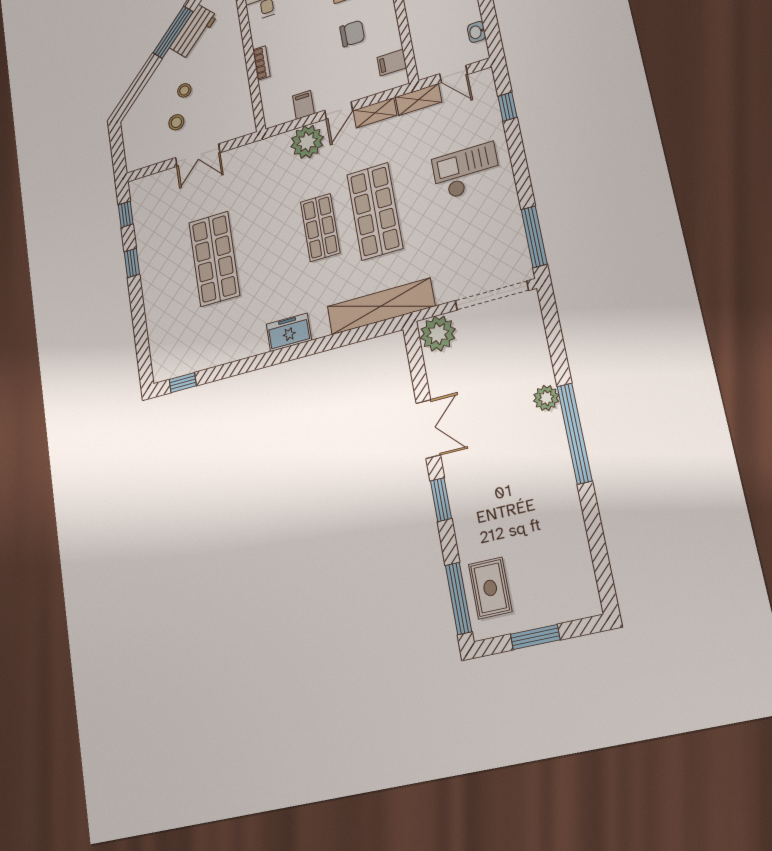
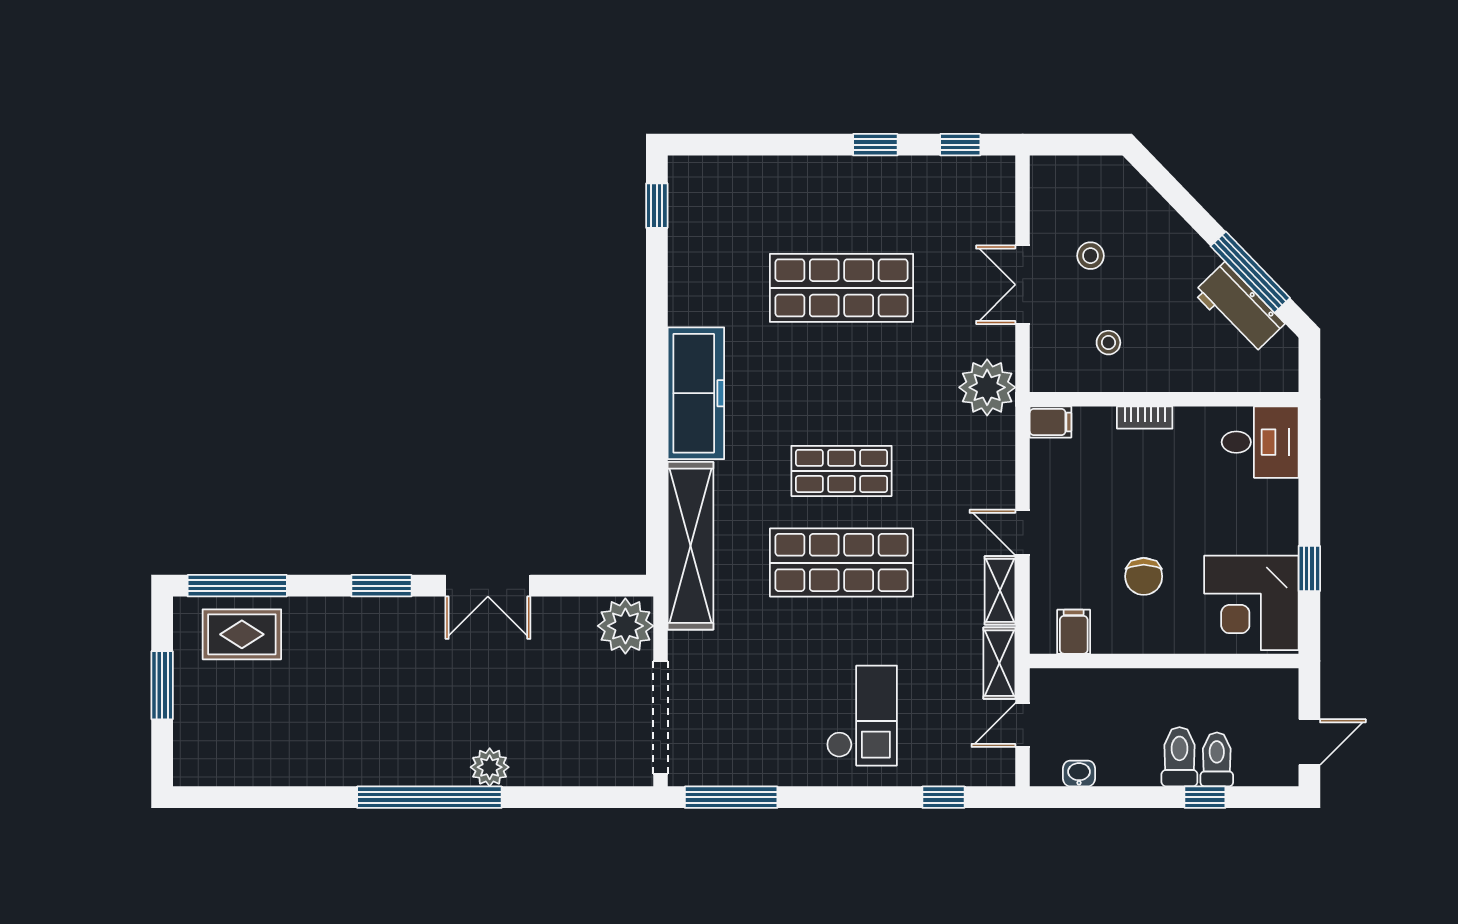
stool: (184, 90) -> (1108, 343), moved
filing cabinet: (303, 105) -> (1050, 422), moved
plant: (307, 142) -> (987, 387), moved
freezer: (289, 332) -> (696, 393), width x1.91, depth x1.26

